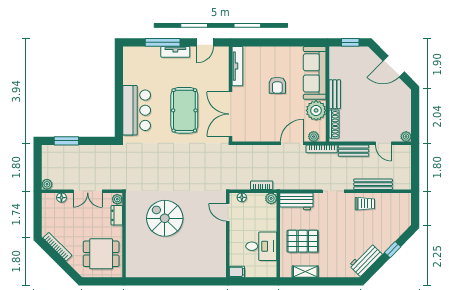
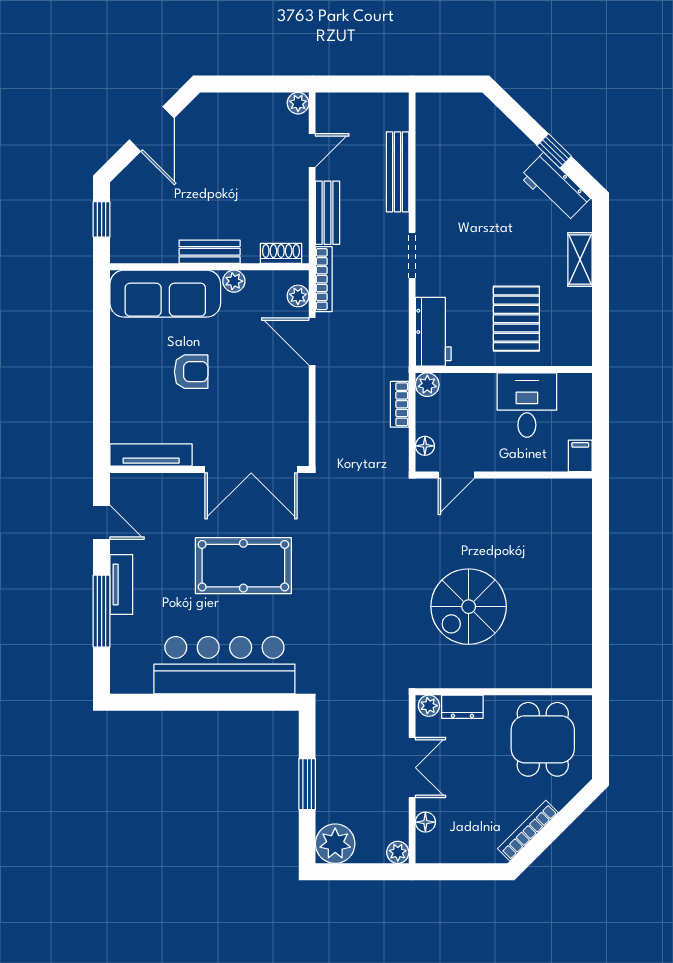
bar counter: (137, 110) -> (224, 665), width x1.36
plant: (316, 110) -> (234, 281), width x0.53, depth x0.53
shoe rack: (334, 124) -> (281, 253), width x0.70
window: (66, 141) -> (307, 784), moved
plant: (51, 154) -> (335, 844), added
trolley: (365, 204) -> (438, 189), removed
window: (393, 250) -> (554, 151), moved
shelving: (305, 272) -> (580, 260), moved

